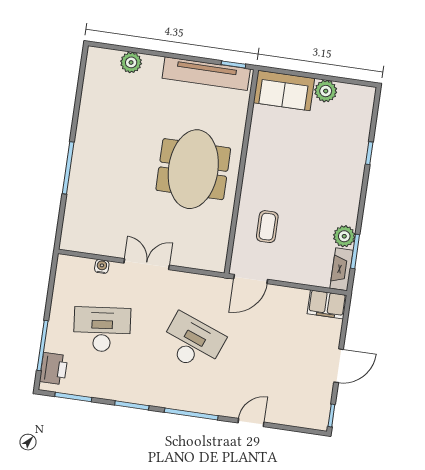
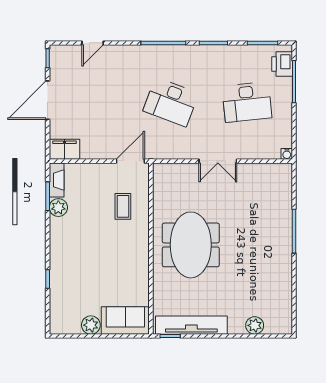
water cooler: (102, 266) -> (287, 154), moved
door: (339, 366) -> (48, 100), width x1.36
door: (251, 423) -> (93, 43), moved

